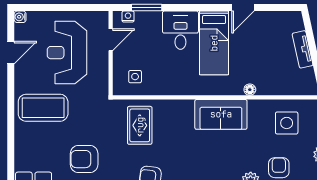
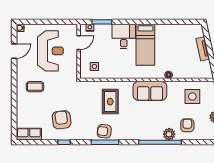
door: (243, 8) -> (164, 22), removed
reception desk: (67, 53) -> (50, 51), turned 180
coffee table: (43, 108) -> (35, 87), width x0.54, depth x0.58
rug: (140, 125) -> (110, 102), moved
armchair: (84, 159) -> (62, 120), turned 82

